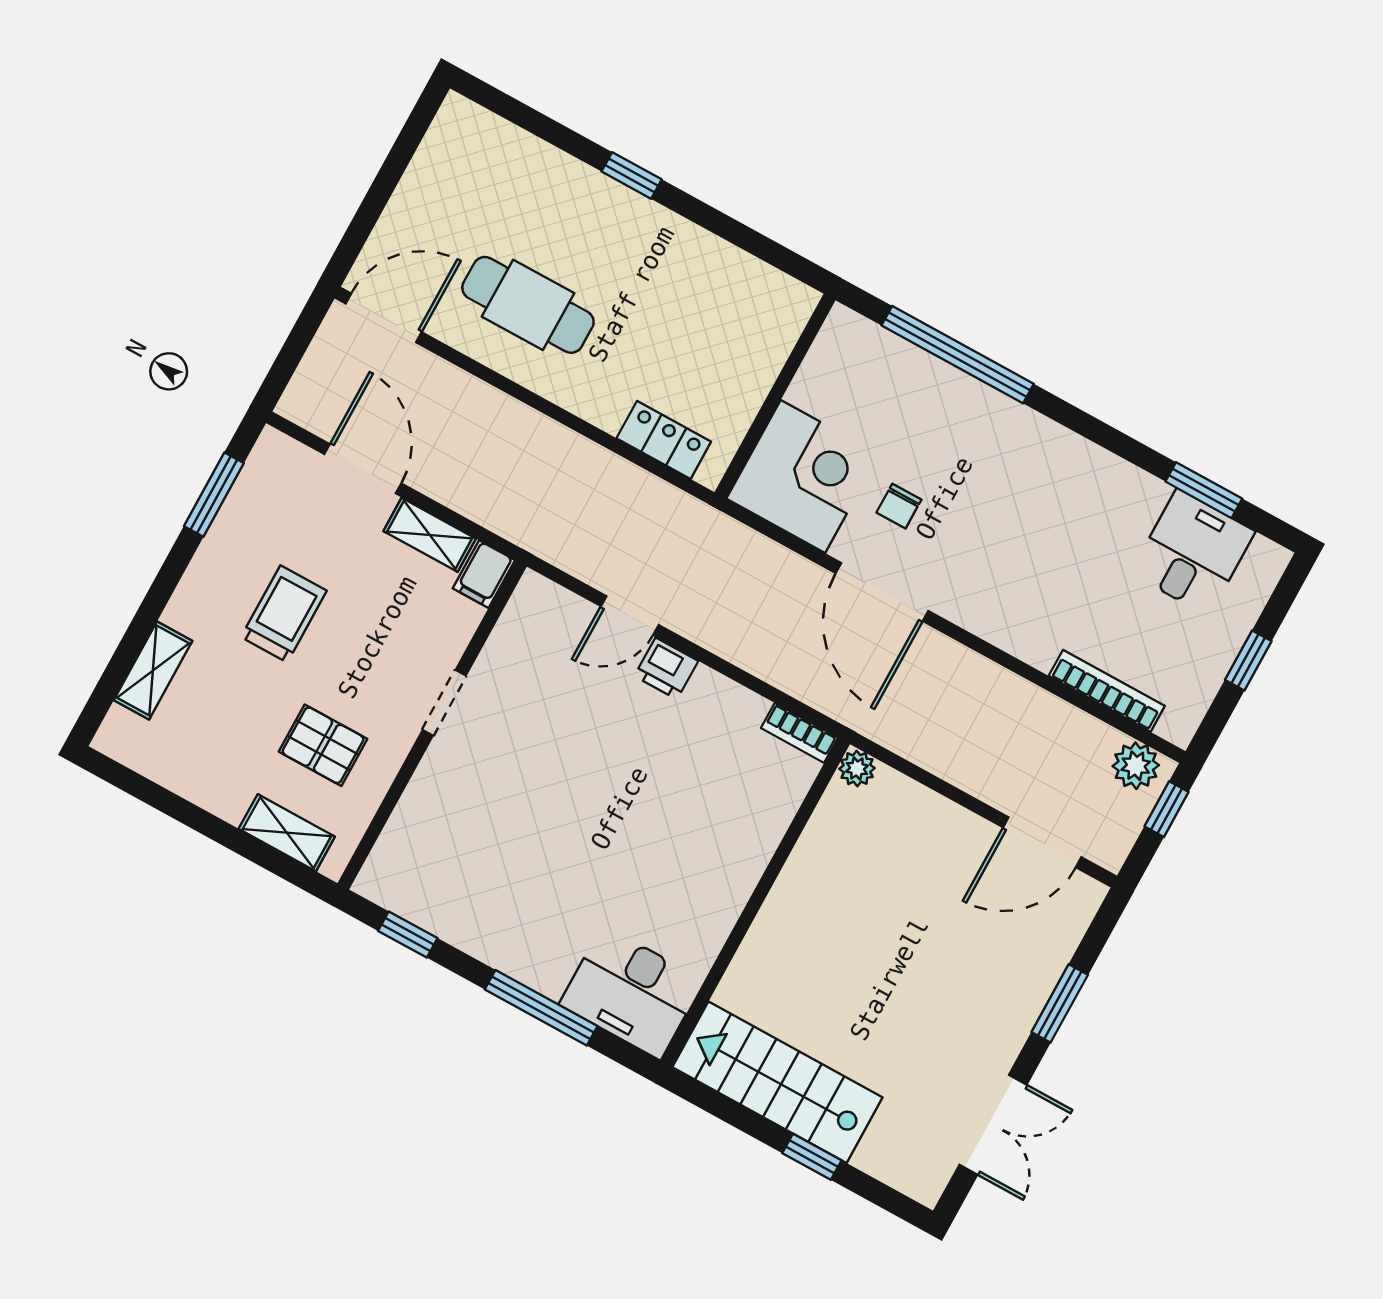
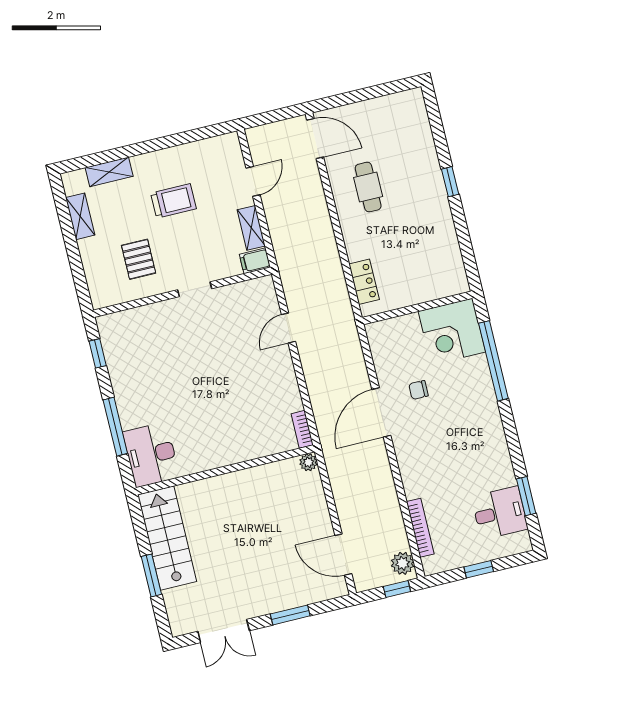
cafe table: (528, 305) -> (368, 187), width x0.73, depth x0.74
door: (363, 469) -> (253, 181), width x0.73
corner desk: (803, 476) -> (452, 332), moved, turned 90
window: (214, 495) -> (194, 135), removed
door: (630, 615) -> (288, 328), hinge flipped
printer: (666, 668) -> (281, 359), removed
shelving: (287, 833) -> (80, 216), moved
window: (812, 1157) -> (151, 575), width x1.50

